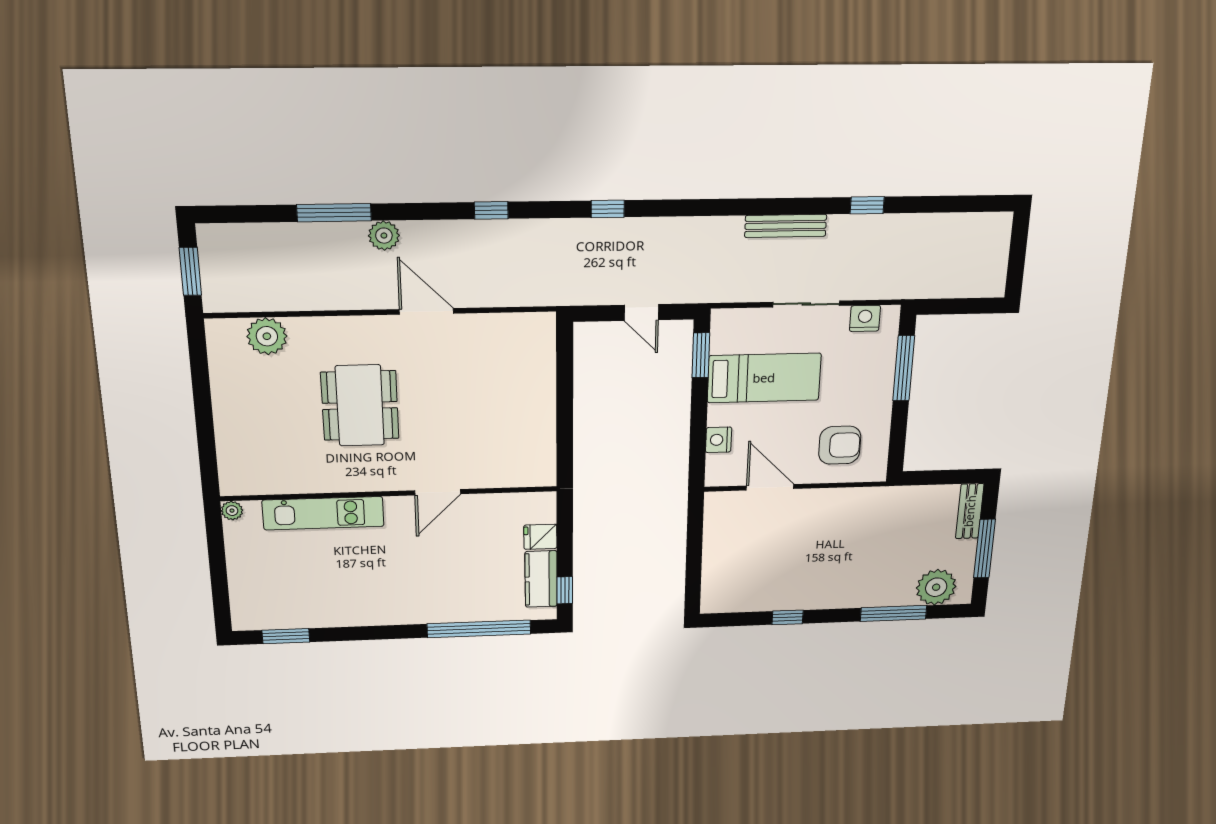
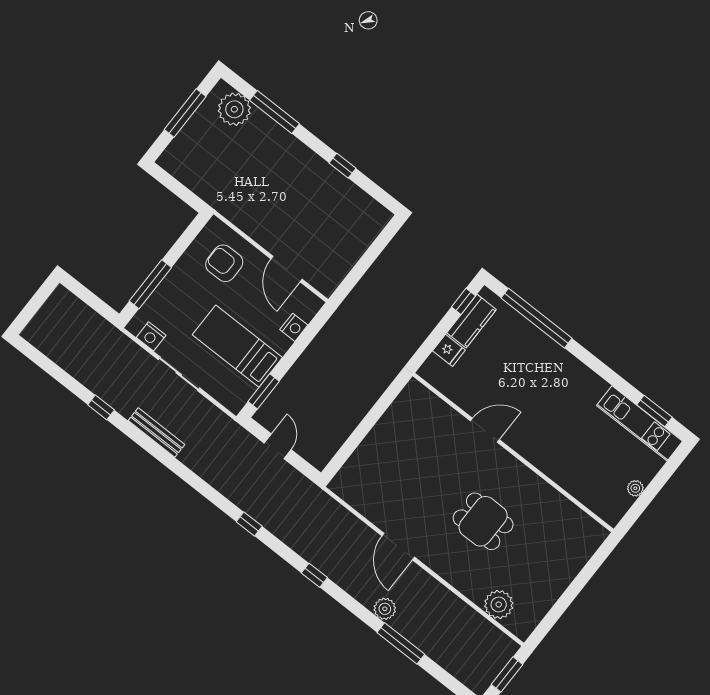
dining table: (360, 405) -> (483, 521), width x0.73
plant: (232, 511) -> (635, 488), moved
bench: (970, 511) -> (176, 149), removed
kitchen unit: (323, 513) -> (640, 423), moved, turned 180

